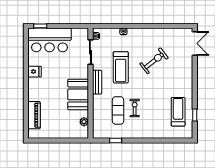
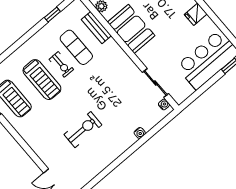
exercise bike: (154, 61) -> (83, 130), turned -142
treadmill: (121, 67) -> (42, 80), moved, turned 180
bench: (97, 82) -> (96, 28), moved

